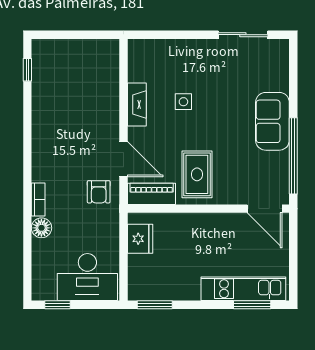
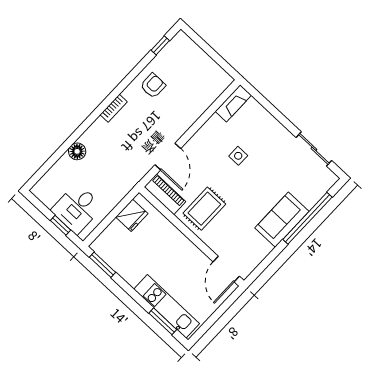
fireplace: (137, 105) -> (233, 103), moved
window: (293, 156) -> (307, 218), moved
armchair: (99, 192) -> (153, 86), moved, turned 180
bookcase: (38, 200) -> (114, 108), moved
desk: (87, 277) -> (77, 208), width x0.73
window: (58, 305) -> (60, 225), moved

